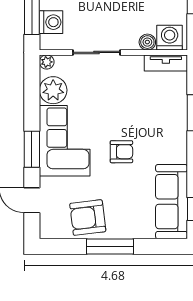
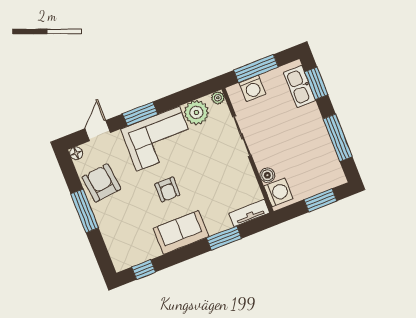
tv unit: (166, 63) -> (249, 213), moved, turned 90
sofa: (172, 202) -> (181, 232), moved, width x0.73
floor lamp: (47, 232) -> (76, 153), added

